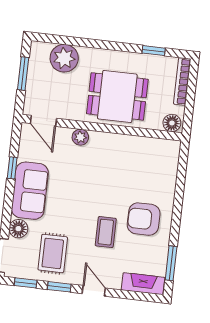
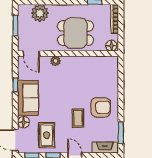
armchair: (144, 219) -> (101, 107), turned 180

